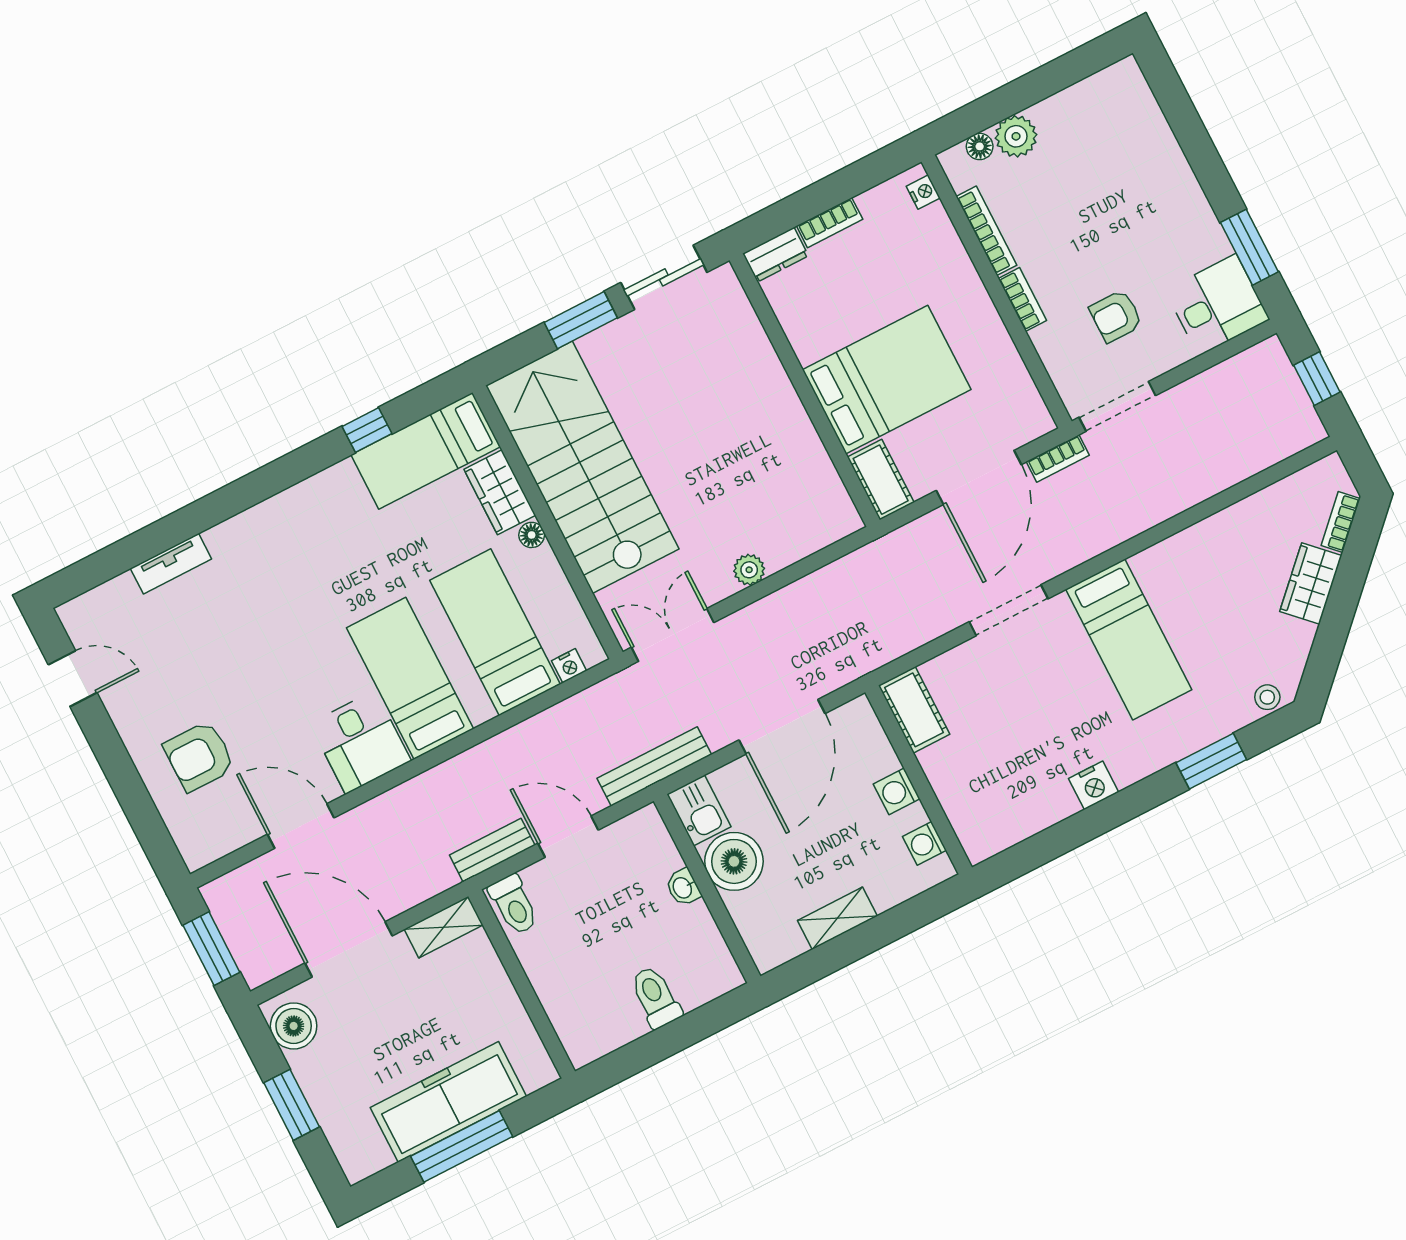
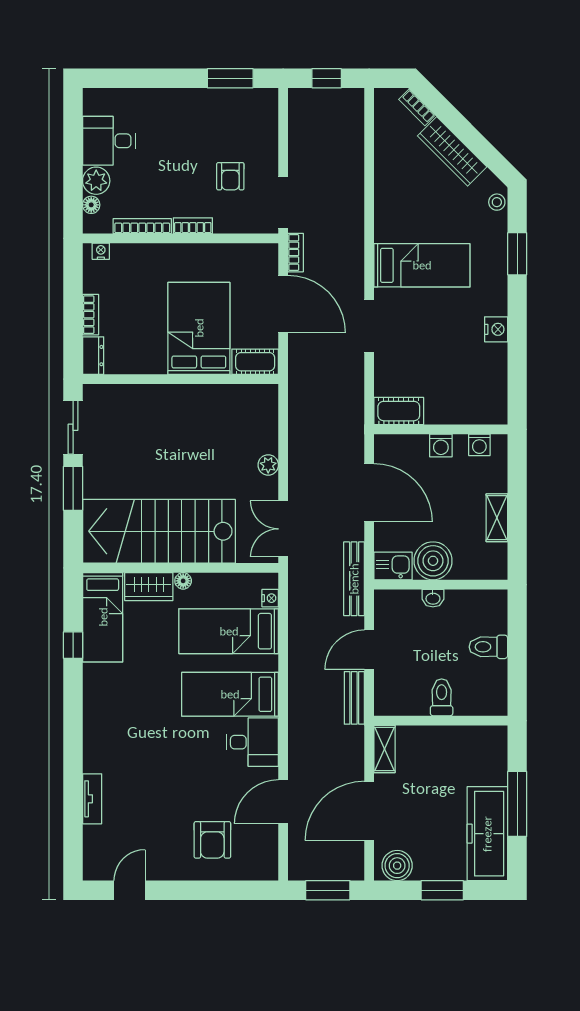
desk: (1217, 305) -> (109, 141), moved, turned -90
wardrobe: (1311, 584) -> (452, 151), width x1.50
toilet: (514, 905) -> (442, 697), moved, turned -90
freezer: (448, 1102) -> (487, 834), moved

